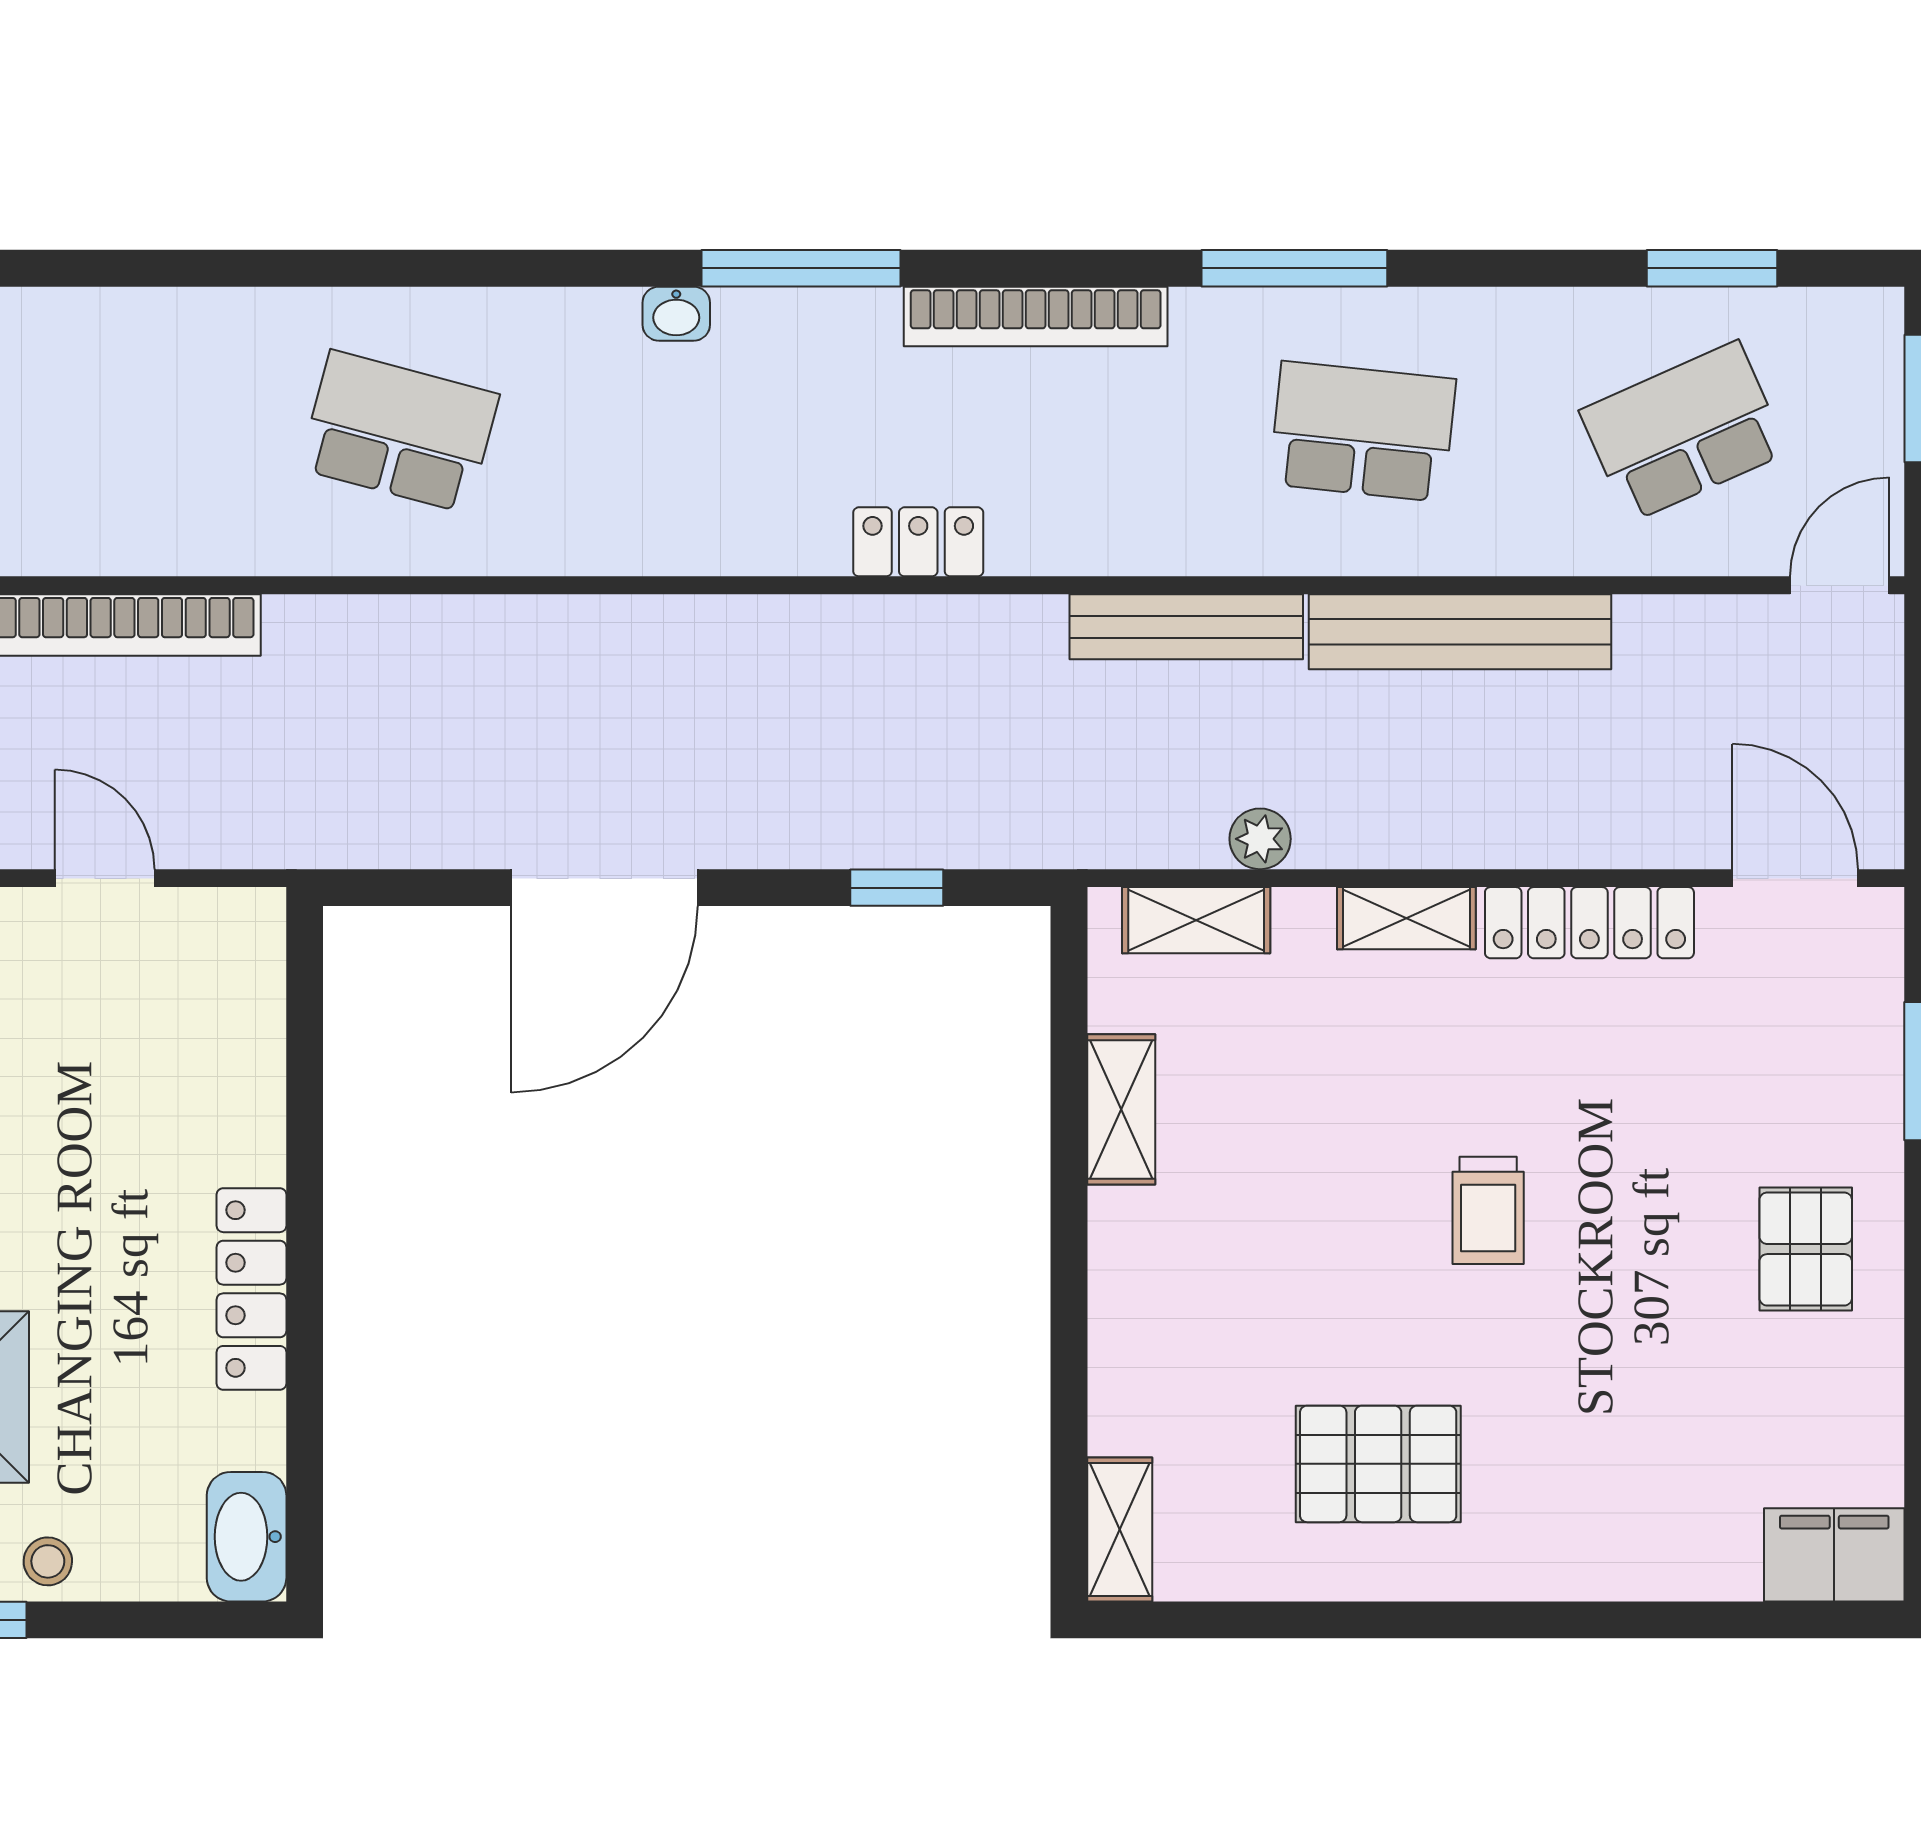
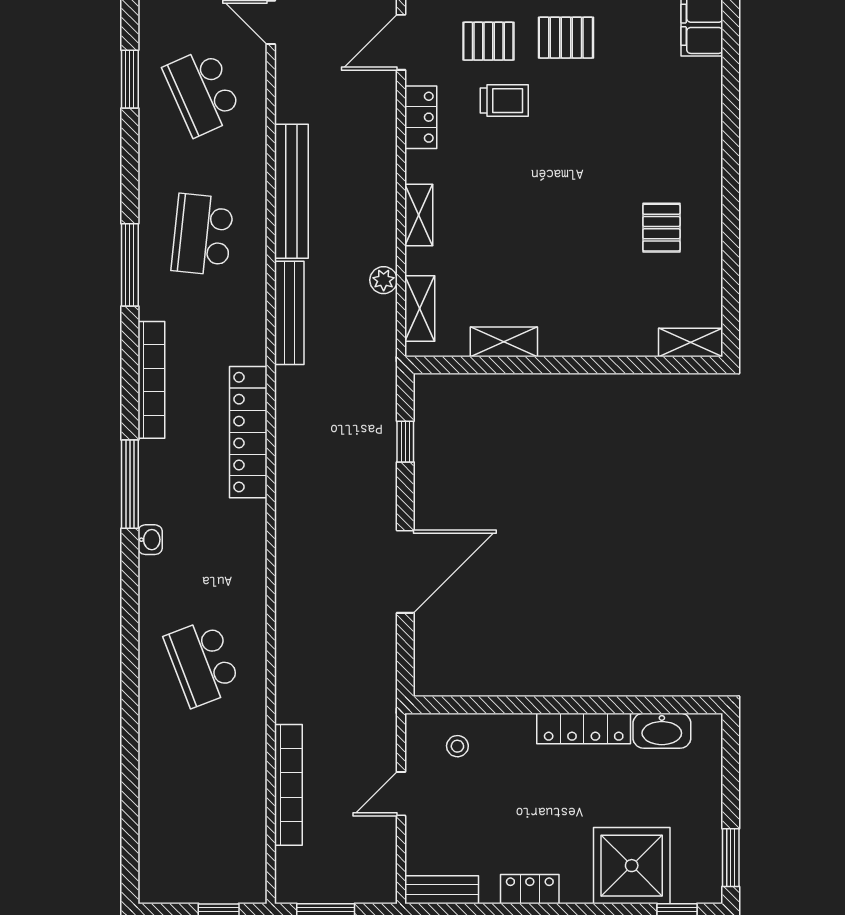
school desk: (399, 432) -> (202, 663), turned -36
locker: (918, 542) -> (248, 432), width x2.16, depth x1.21
door: (604, 888) -> (405, 572), hinge flipped
locker: (1589, 923) -> (421, 117), width x0.66
pallet: (1798, 1075) -> (488, 41), added
trolley: (1488, 1210) -> (504, 101), moved
pallet: (1378, 1464) -> (661, 228), width x0.67, depth x0.71
washbasin: (247, 1537) -> (662, 731), moved
stool: (48, 1561) -> (457, 746), moved

